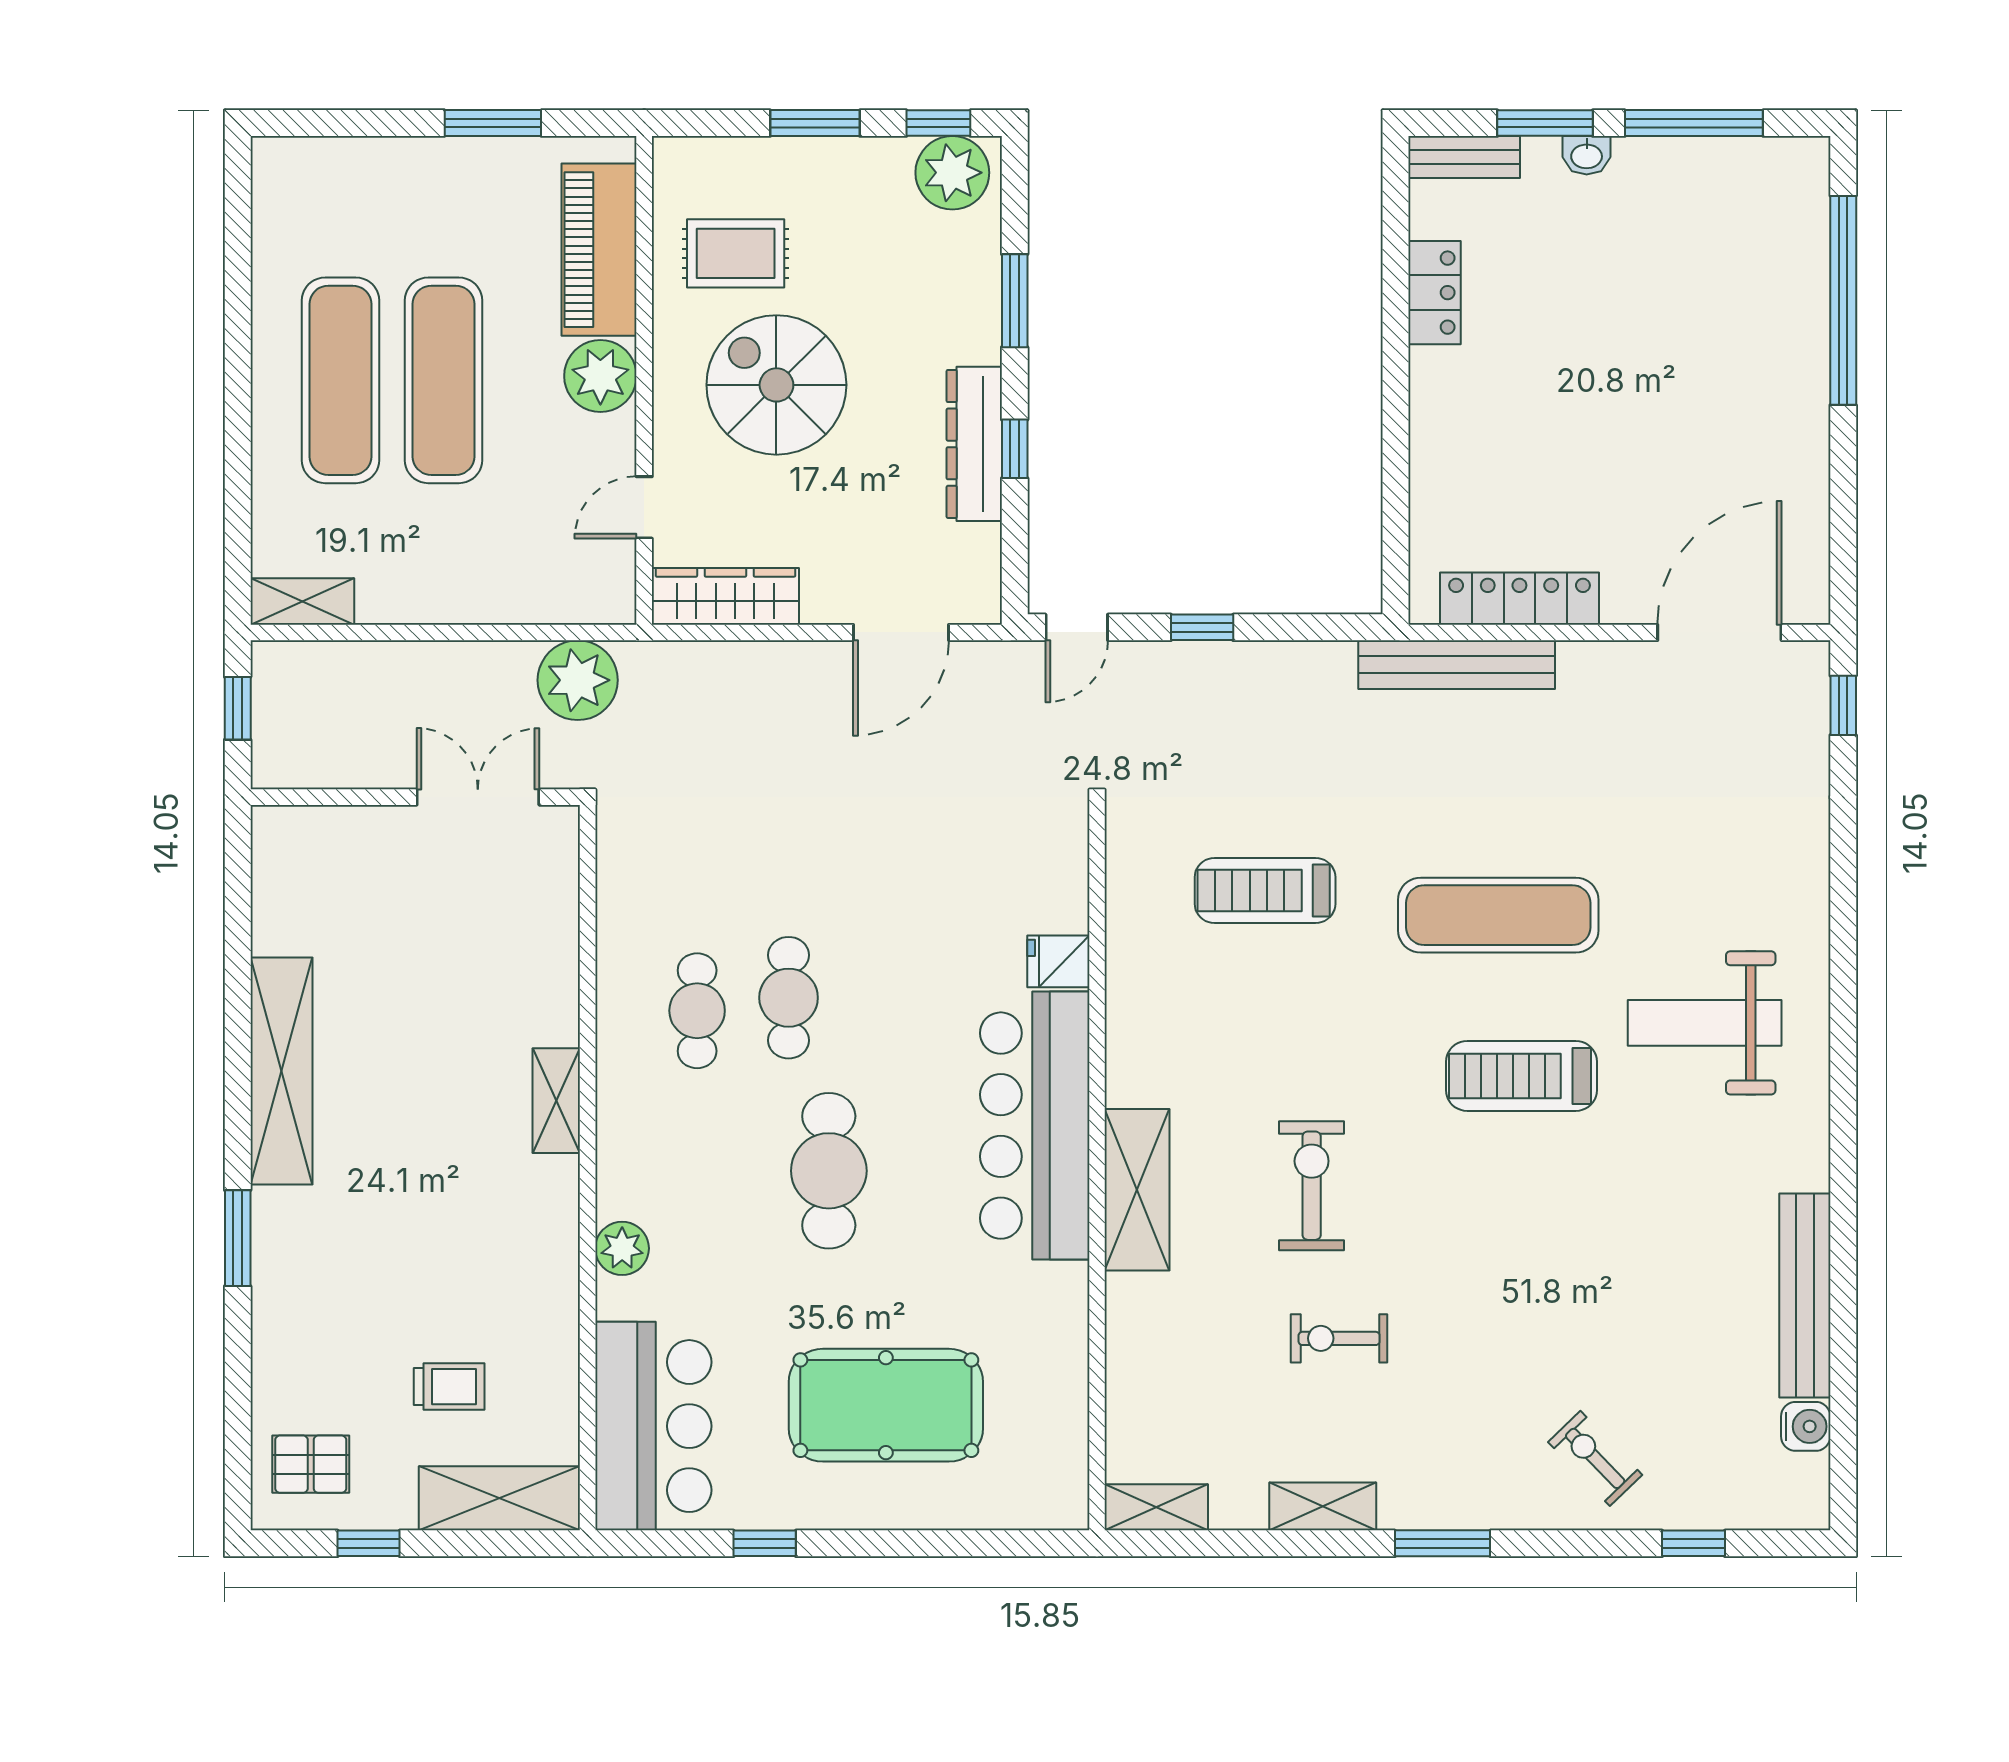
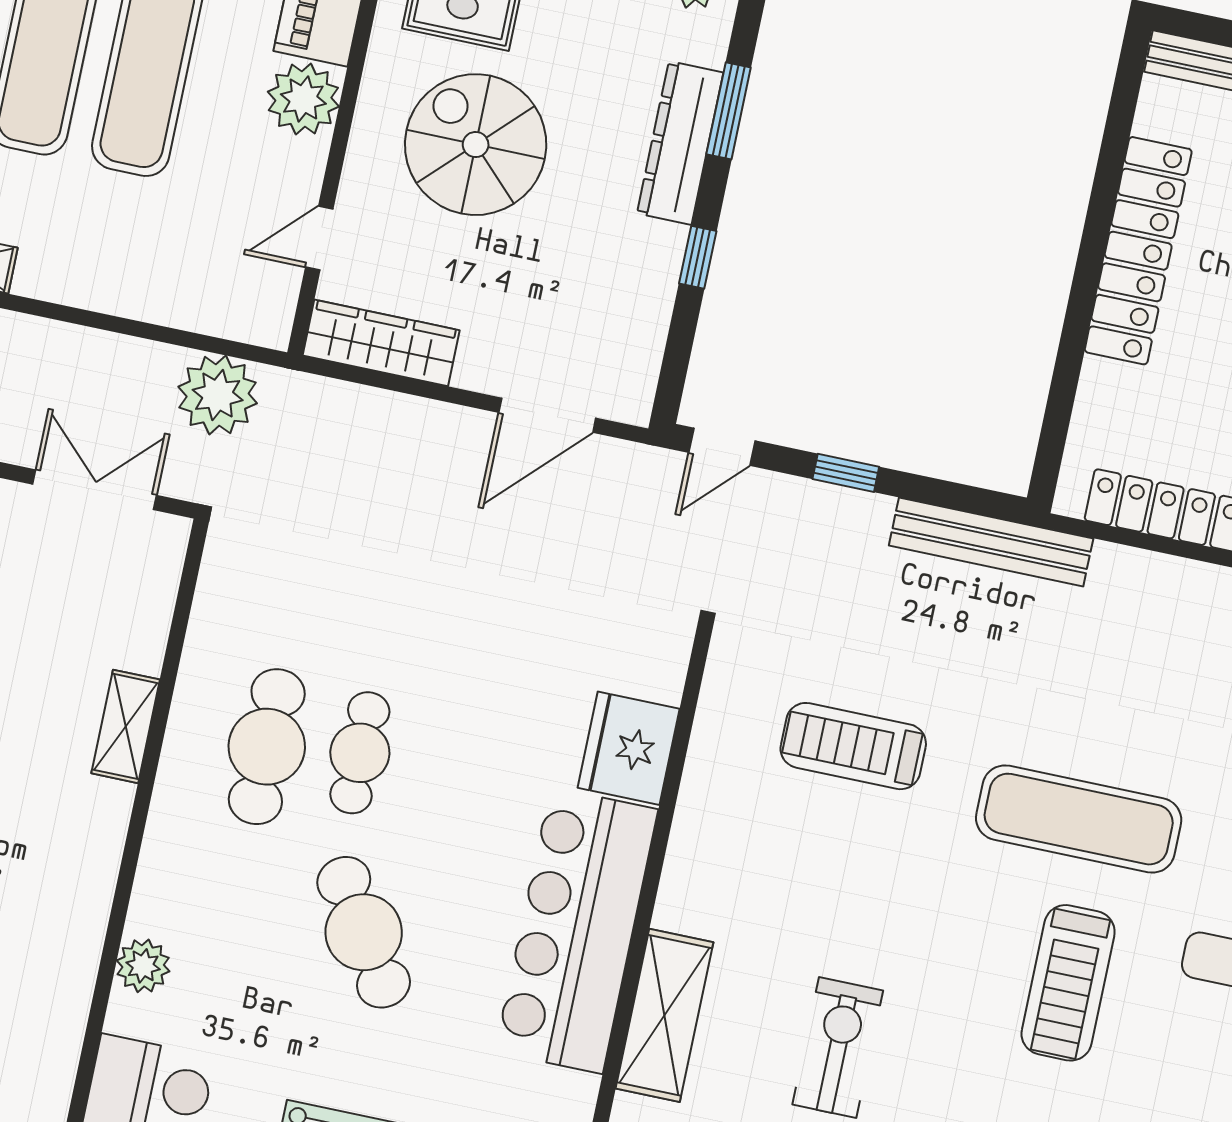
locker: (1434, 293) -> (1138, 251), width x2.16, depth x1.21
dresser: (974, 444) -> (680, 143), moved
bench: (1457, 665) -> (991, 542), moved
fridge: (1058, 961) -> (629, 748), width x1.88, depth x1.34
cafe table: (697, 1011) -> (267, 747), width x1.37, depth x1.35
treadmill: (1521, 1076) -> (1068, 983), turned -90
shelving: (556, 1101) -> (126, 726), moved
cafe table: (829, 1171) -> (364, 932), turned -33

